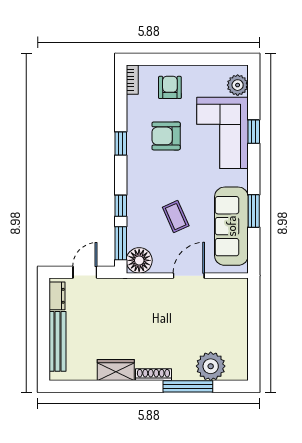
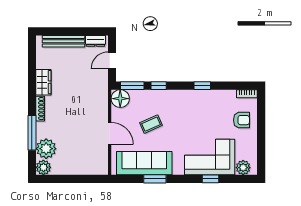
armchair: (166, 136) -> (207, 117), removed
door: (85, 272) -> (112, 60), swing flipped
plant: (237, 370) -> (43, 167), added

